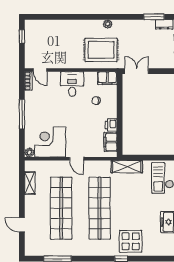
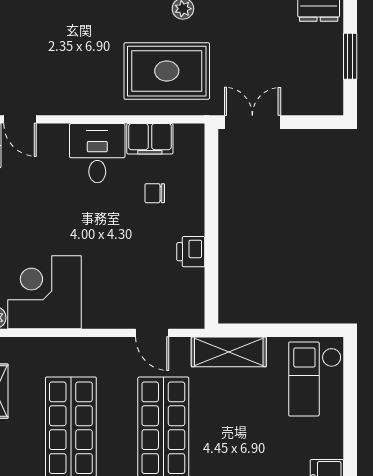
filing cabinet: (107, 78) -> (150, 139), moved
filing cabinet: (110, 142) -> (189, 292), removed
door: (77, 159) -> (152, 333), moved

